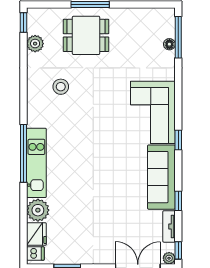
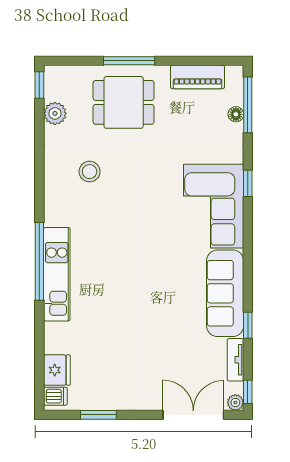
piano: (141, 16) -> (198, 77), added
window: (178, 140) -> (248, 183), moved
plant: (38, 210) -> (59, 338), removed

